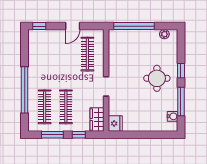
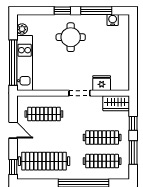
kitchen unit: (134, 37) -> (25, 63), added
clothes rail: (45, 54) -> (44, 161), added
fridge: (115, 124) -> (102, 83), moved

